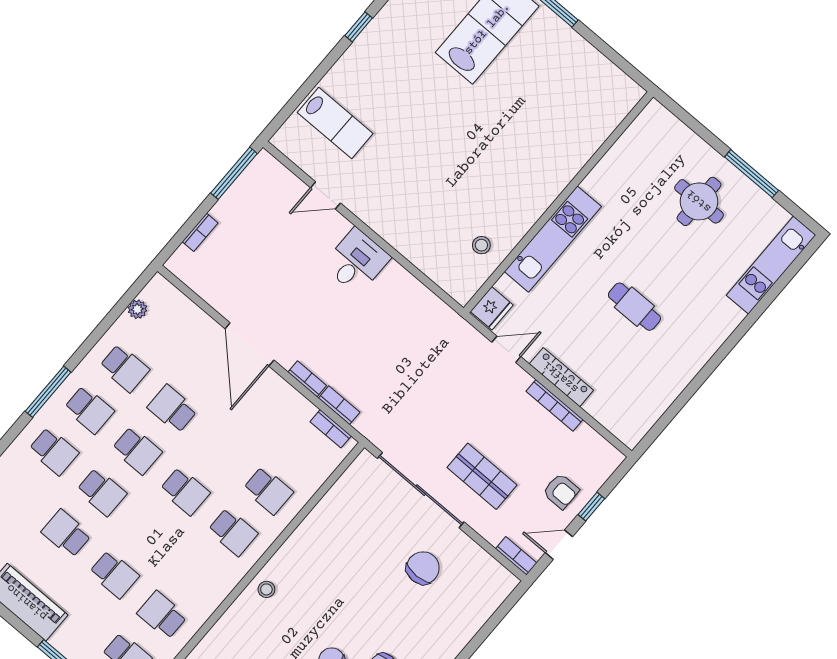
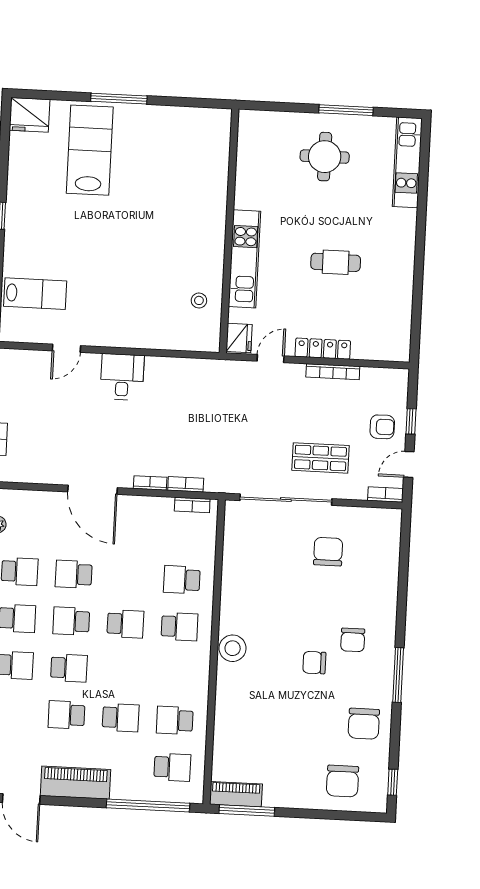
school desk: (137, 450) -> (71, 621), turned 180
school desk: (268, 490) -> (182, 580), turned 180
stool: (266, 589) -> (233, 648), width x1.89, depth x1.89

